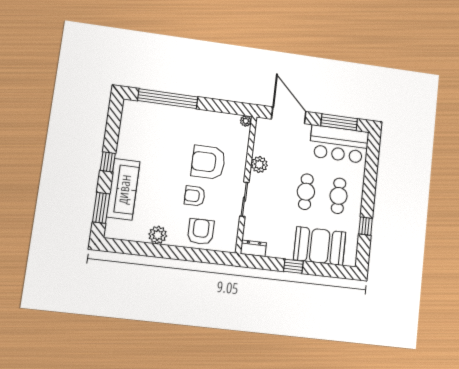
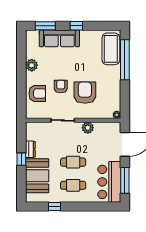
coffee table: (149, 116) -> (111, 49), added
dresser: (253, 248) -> (30, 149), moved

